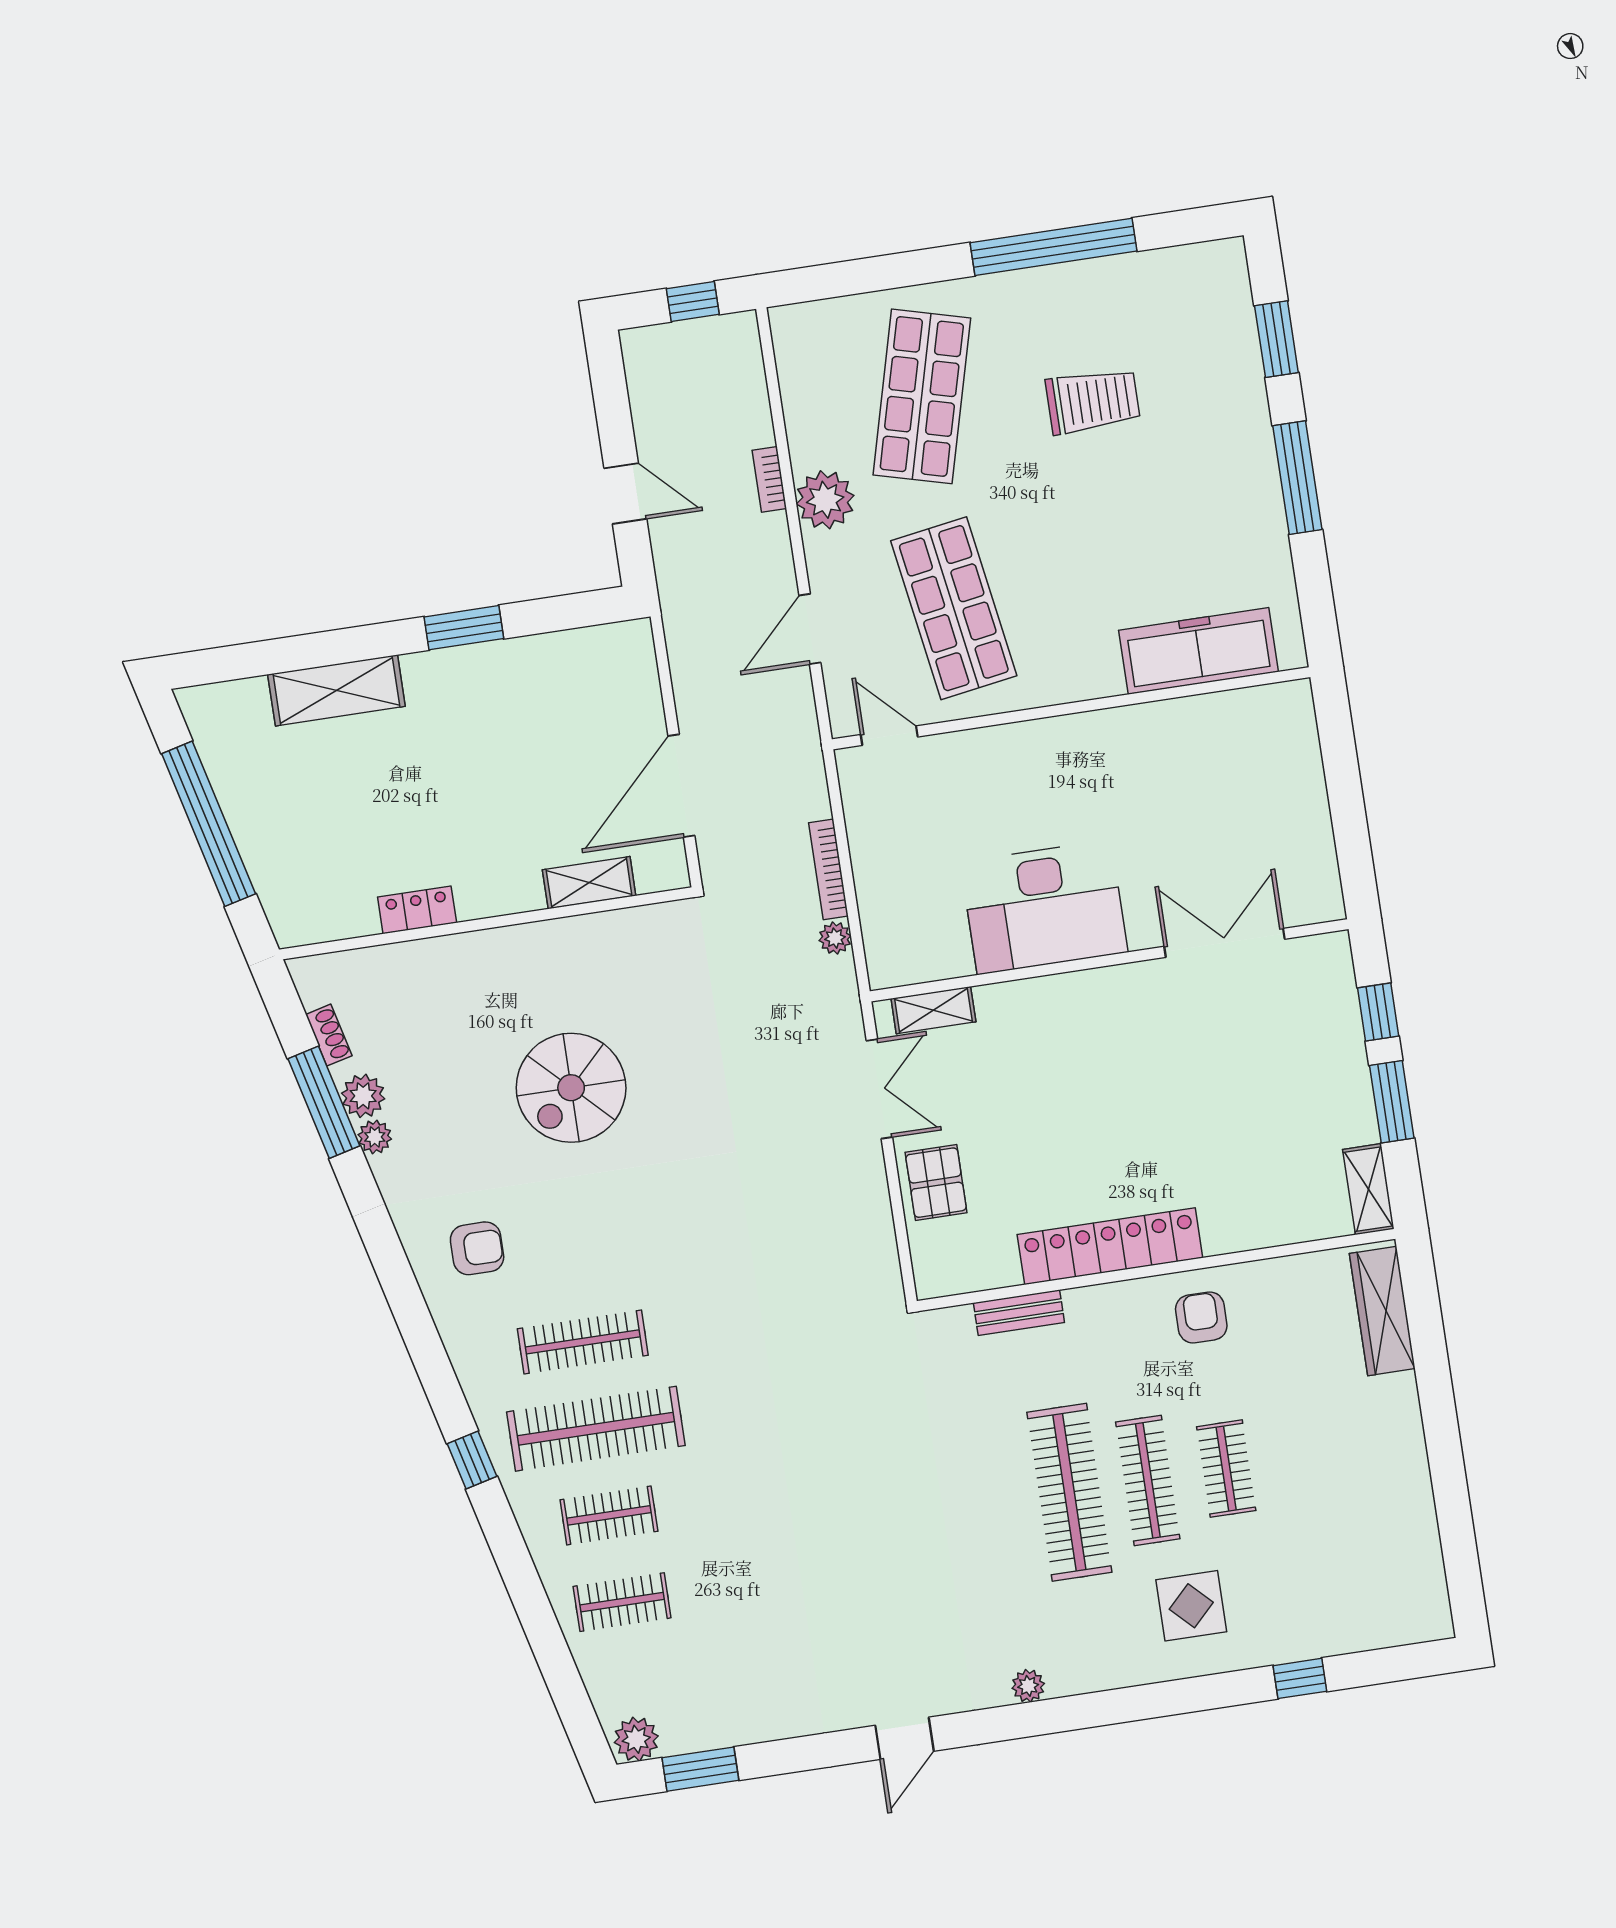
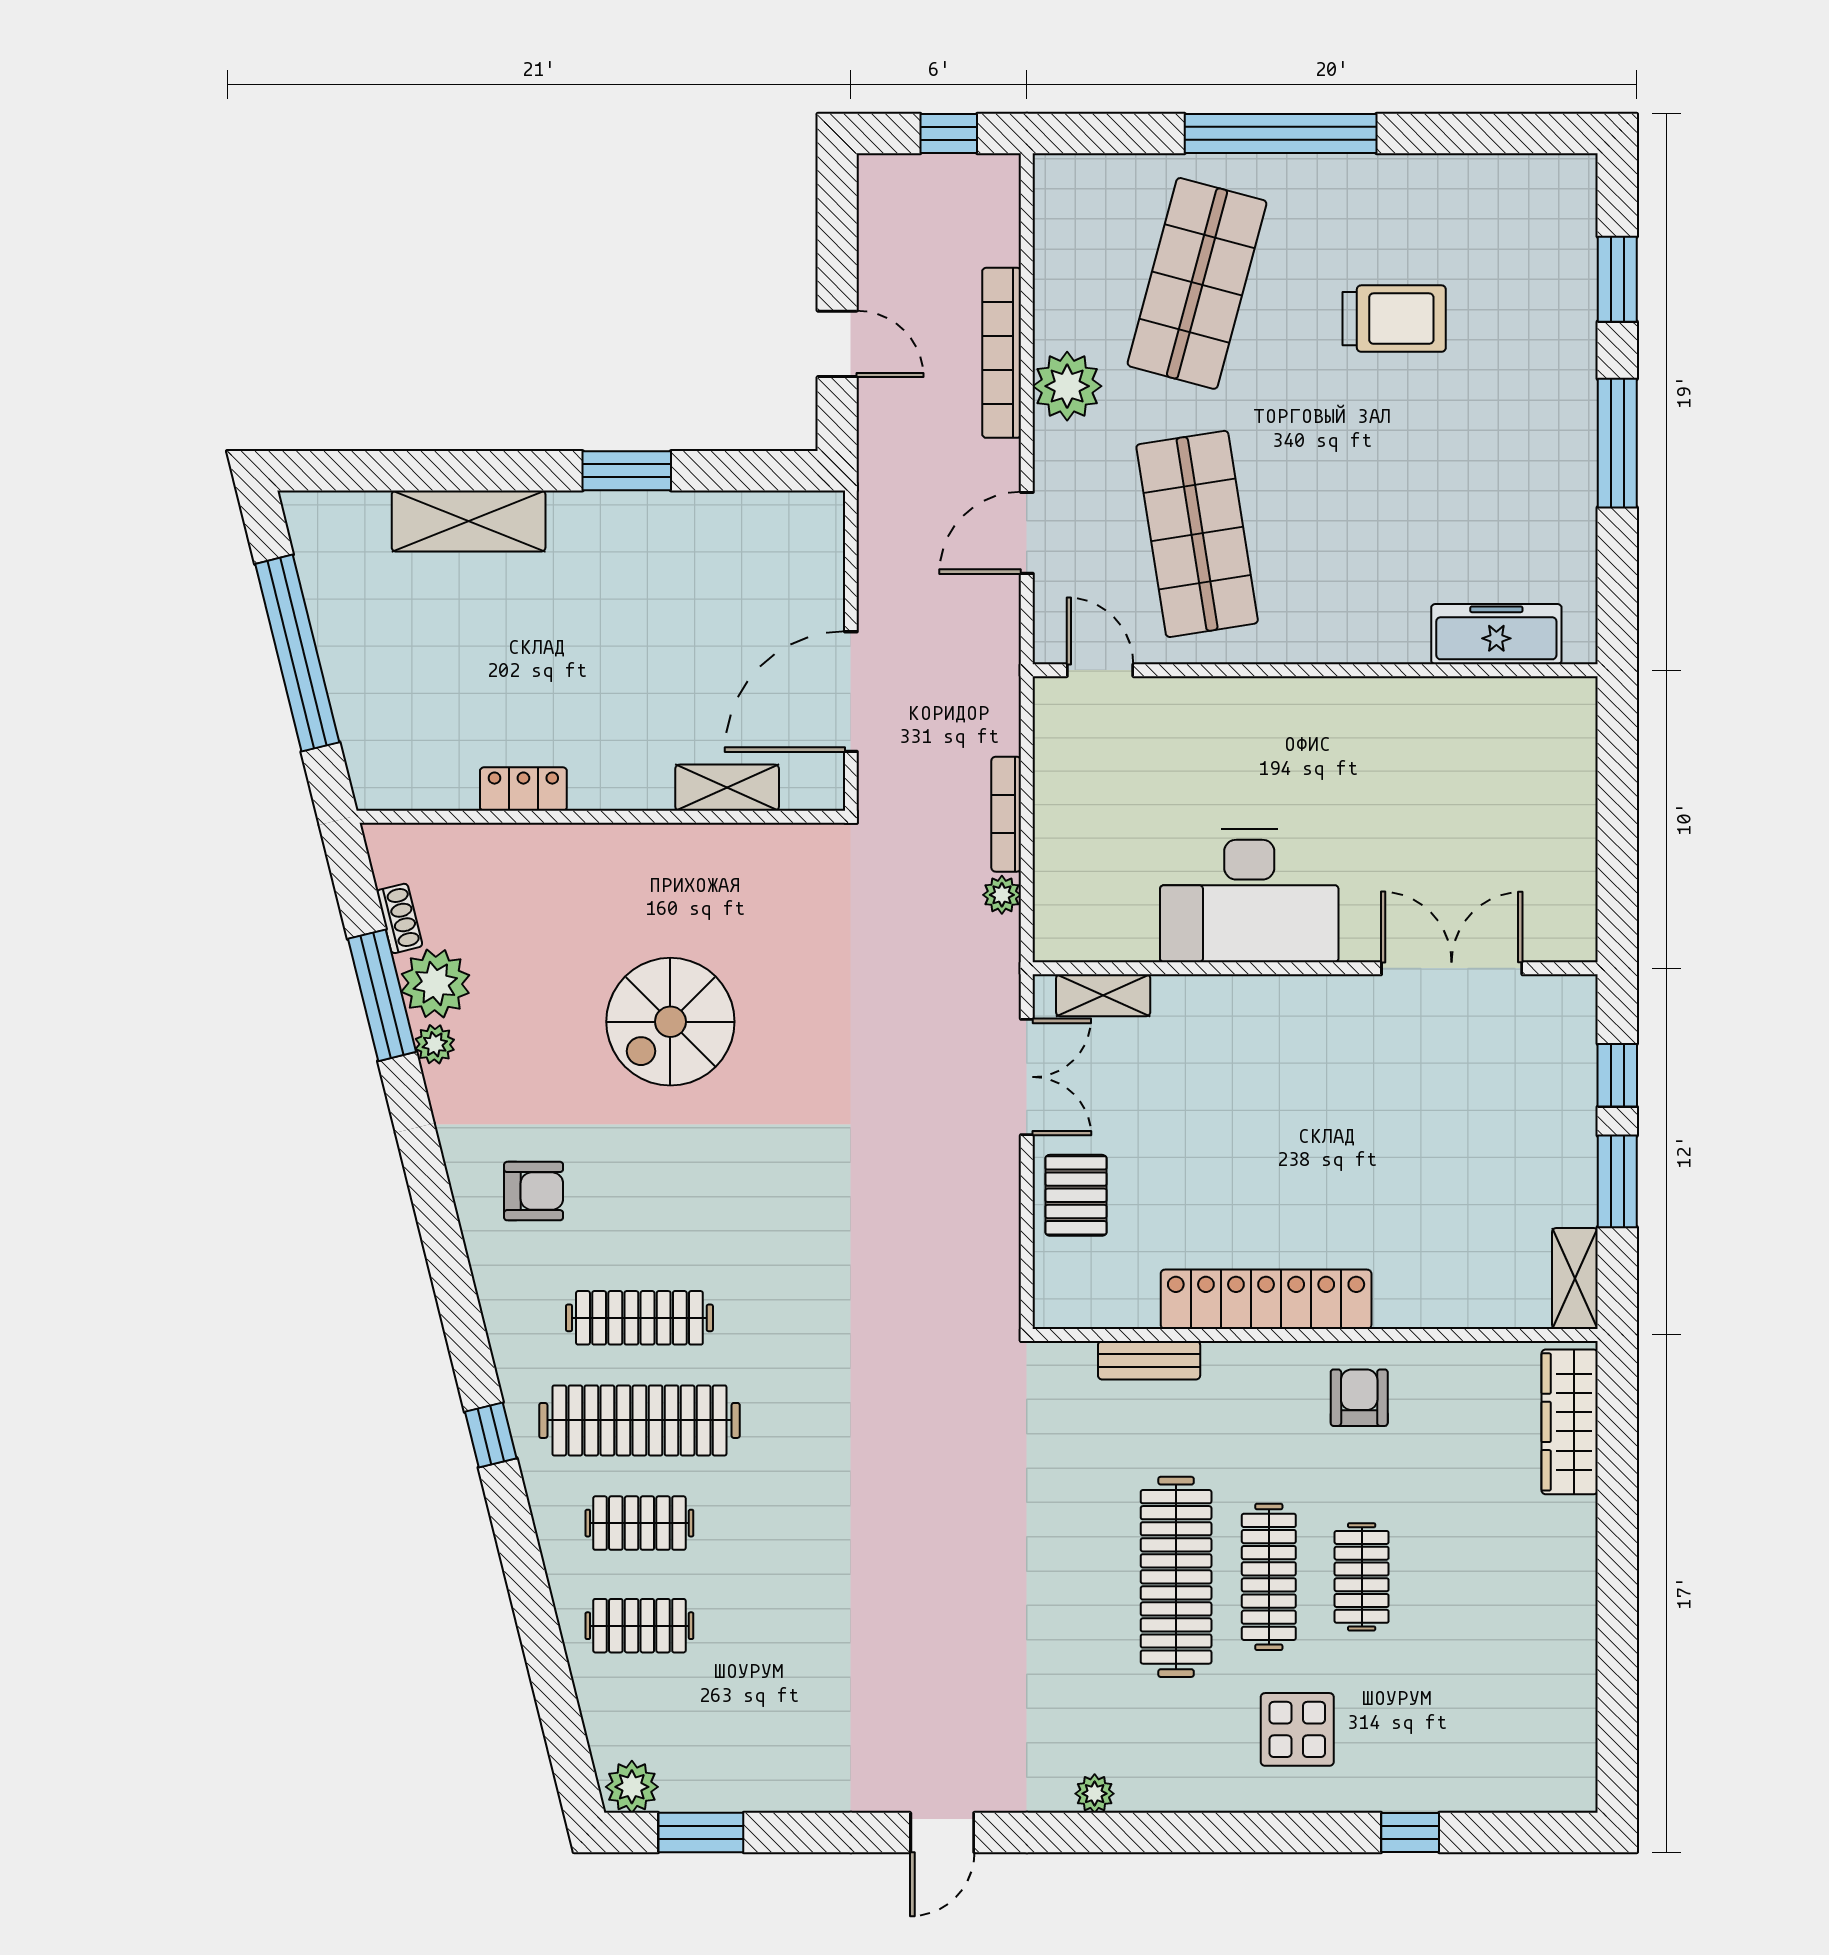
window: (1053, 247) -> (1281, 133), moved
bookcase: (769, 479) -> (1002, 353), width x2.31, depth x1.31
freezer: (1199, 651) -> (1496, 634), width x0.73, depth x0.79
plant: (363, 1096) -> (435, 983), width x1.36, depth x1.36

